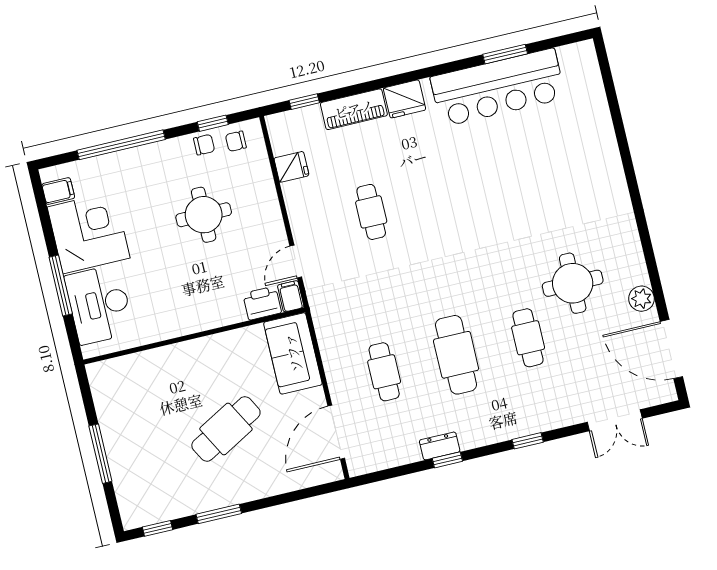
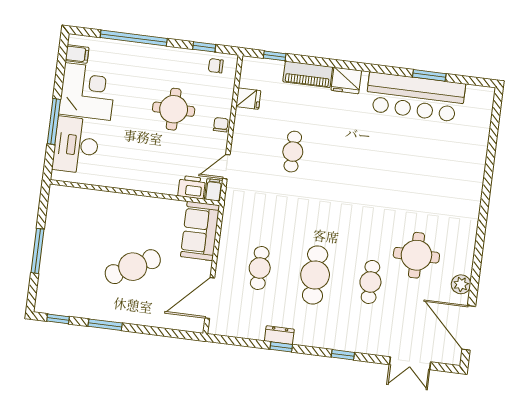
chair: (204, 145) -> (221, 125), moved, turned -90

